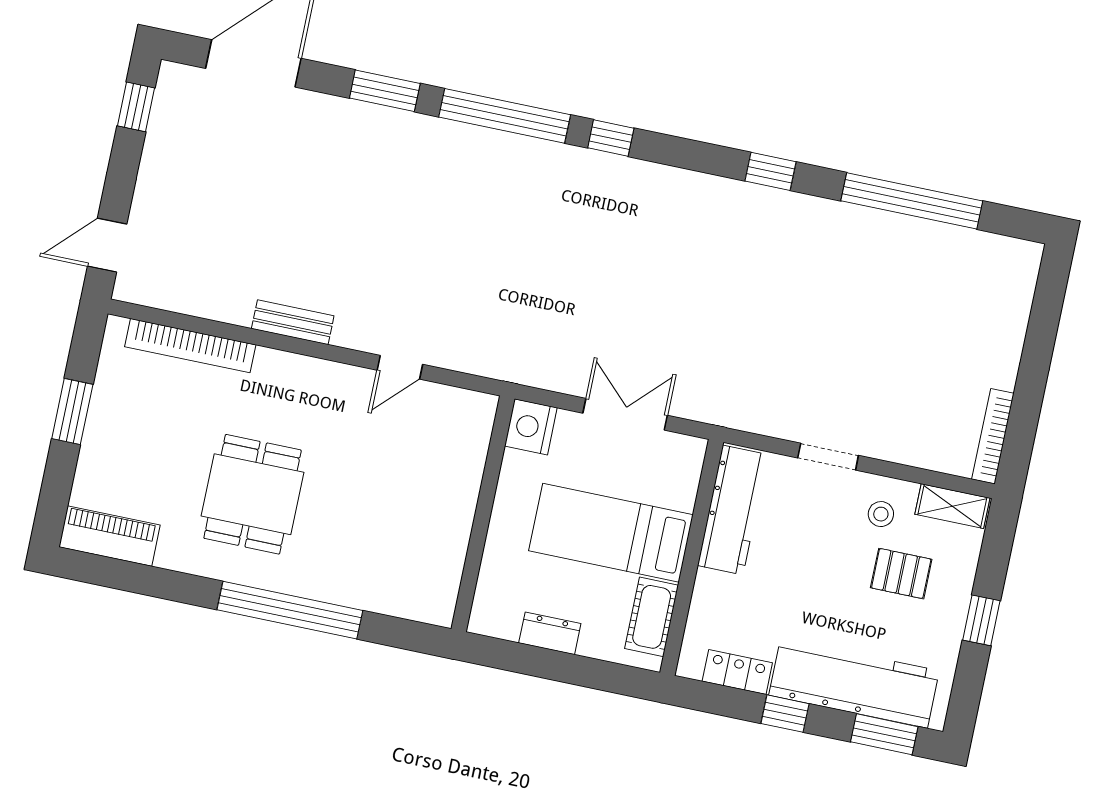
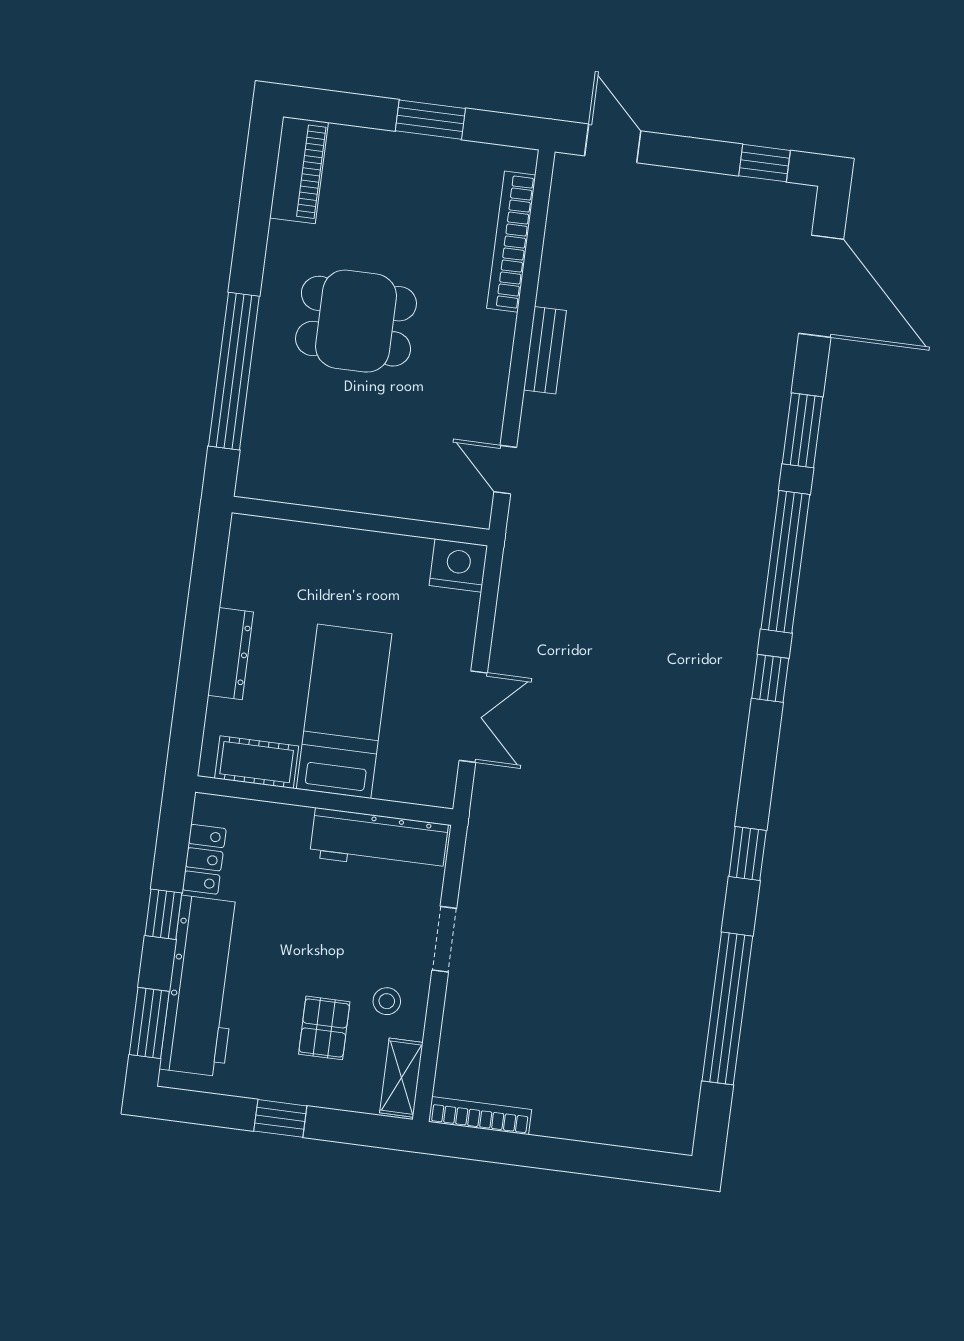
nightstand: (531, 427) -> (458, 566), moved
wall: (483, 514) -> (361, 521), moved
dresser: (550, 633) -> (231, 654), width x1.44

